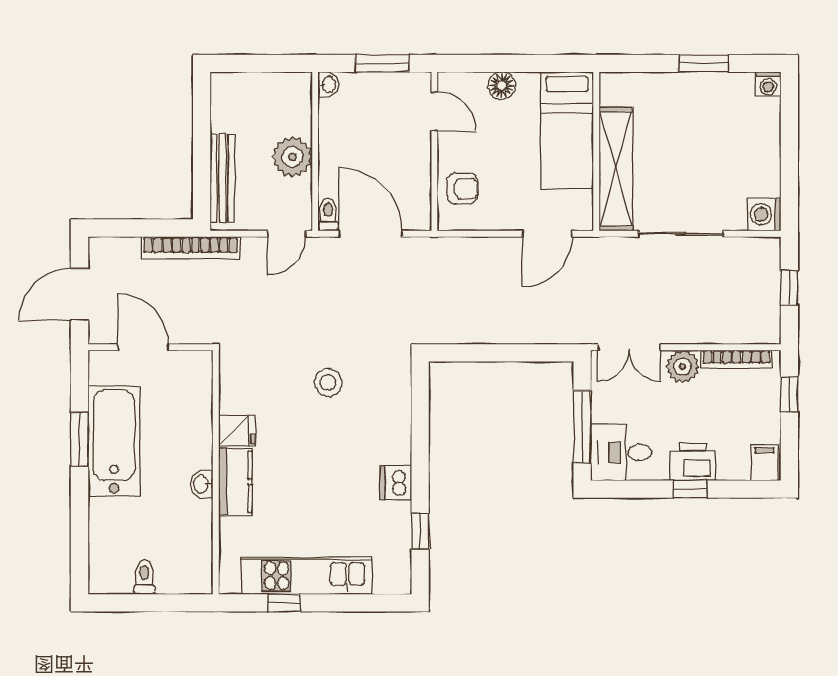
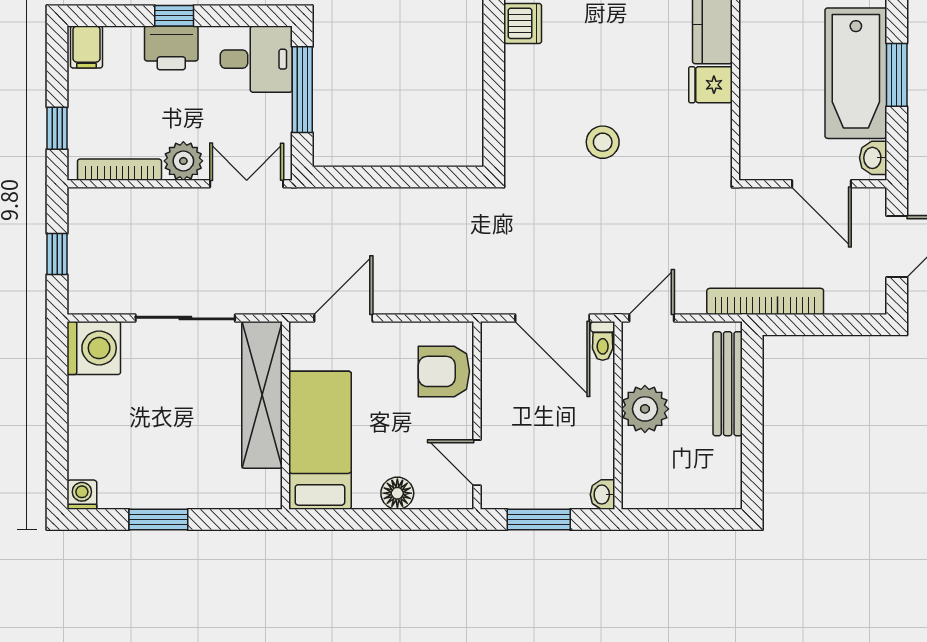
armchair: (462, 189) -> (444, 371), width x1.38, depth x1.38
washing machine: (764, 214) -> (94, 348), width x1.37, depth x1.37
washbasin: (202, 484) -> (873, 158), moved, turned 180

